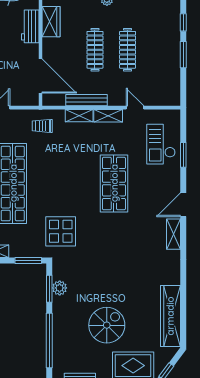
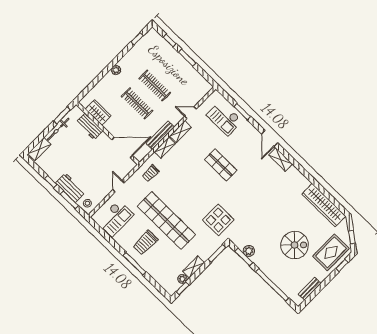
shop shelf: (114, 183) -> (221, 165), width x0.70, depth x0.74
spiral stairs: (107, 325) -> (295, 245), turned 90

